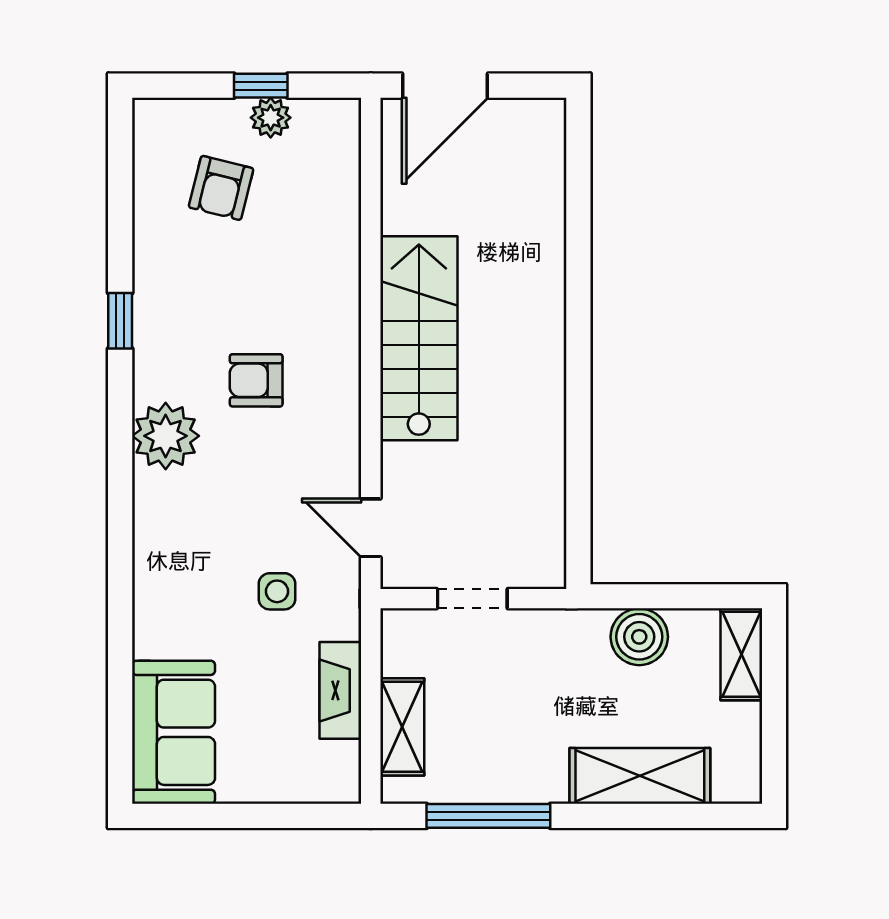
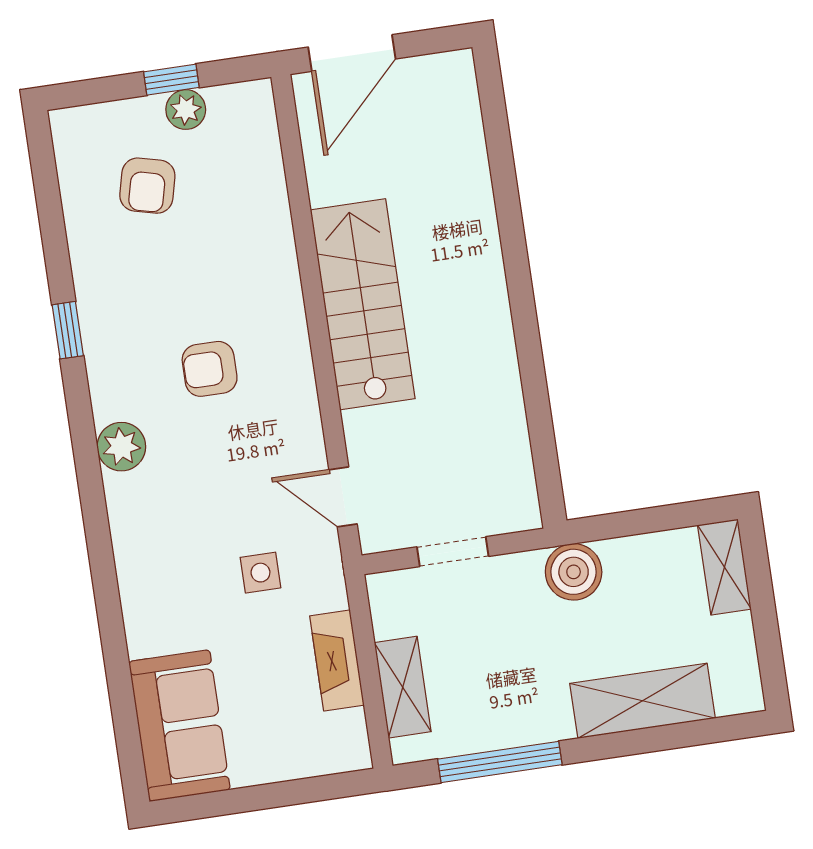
plant: (166, 436) -> (121, 447), width x0.73, depth x0.73
boiler: (639, 637) -> (574, 572), moved

